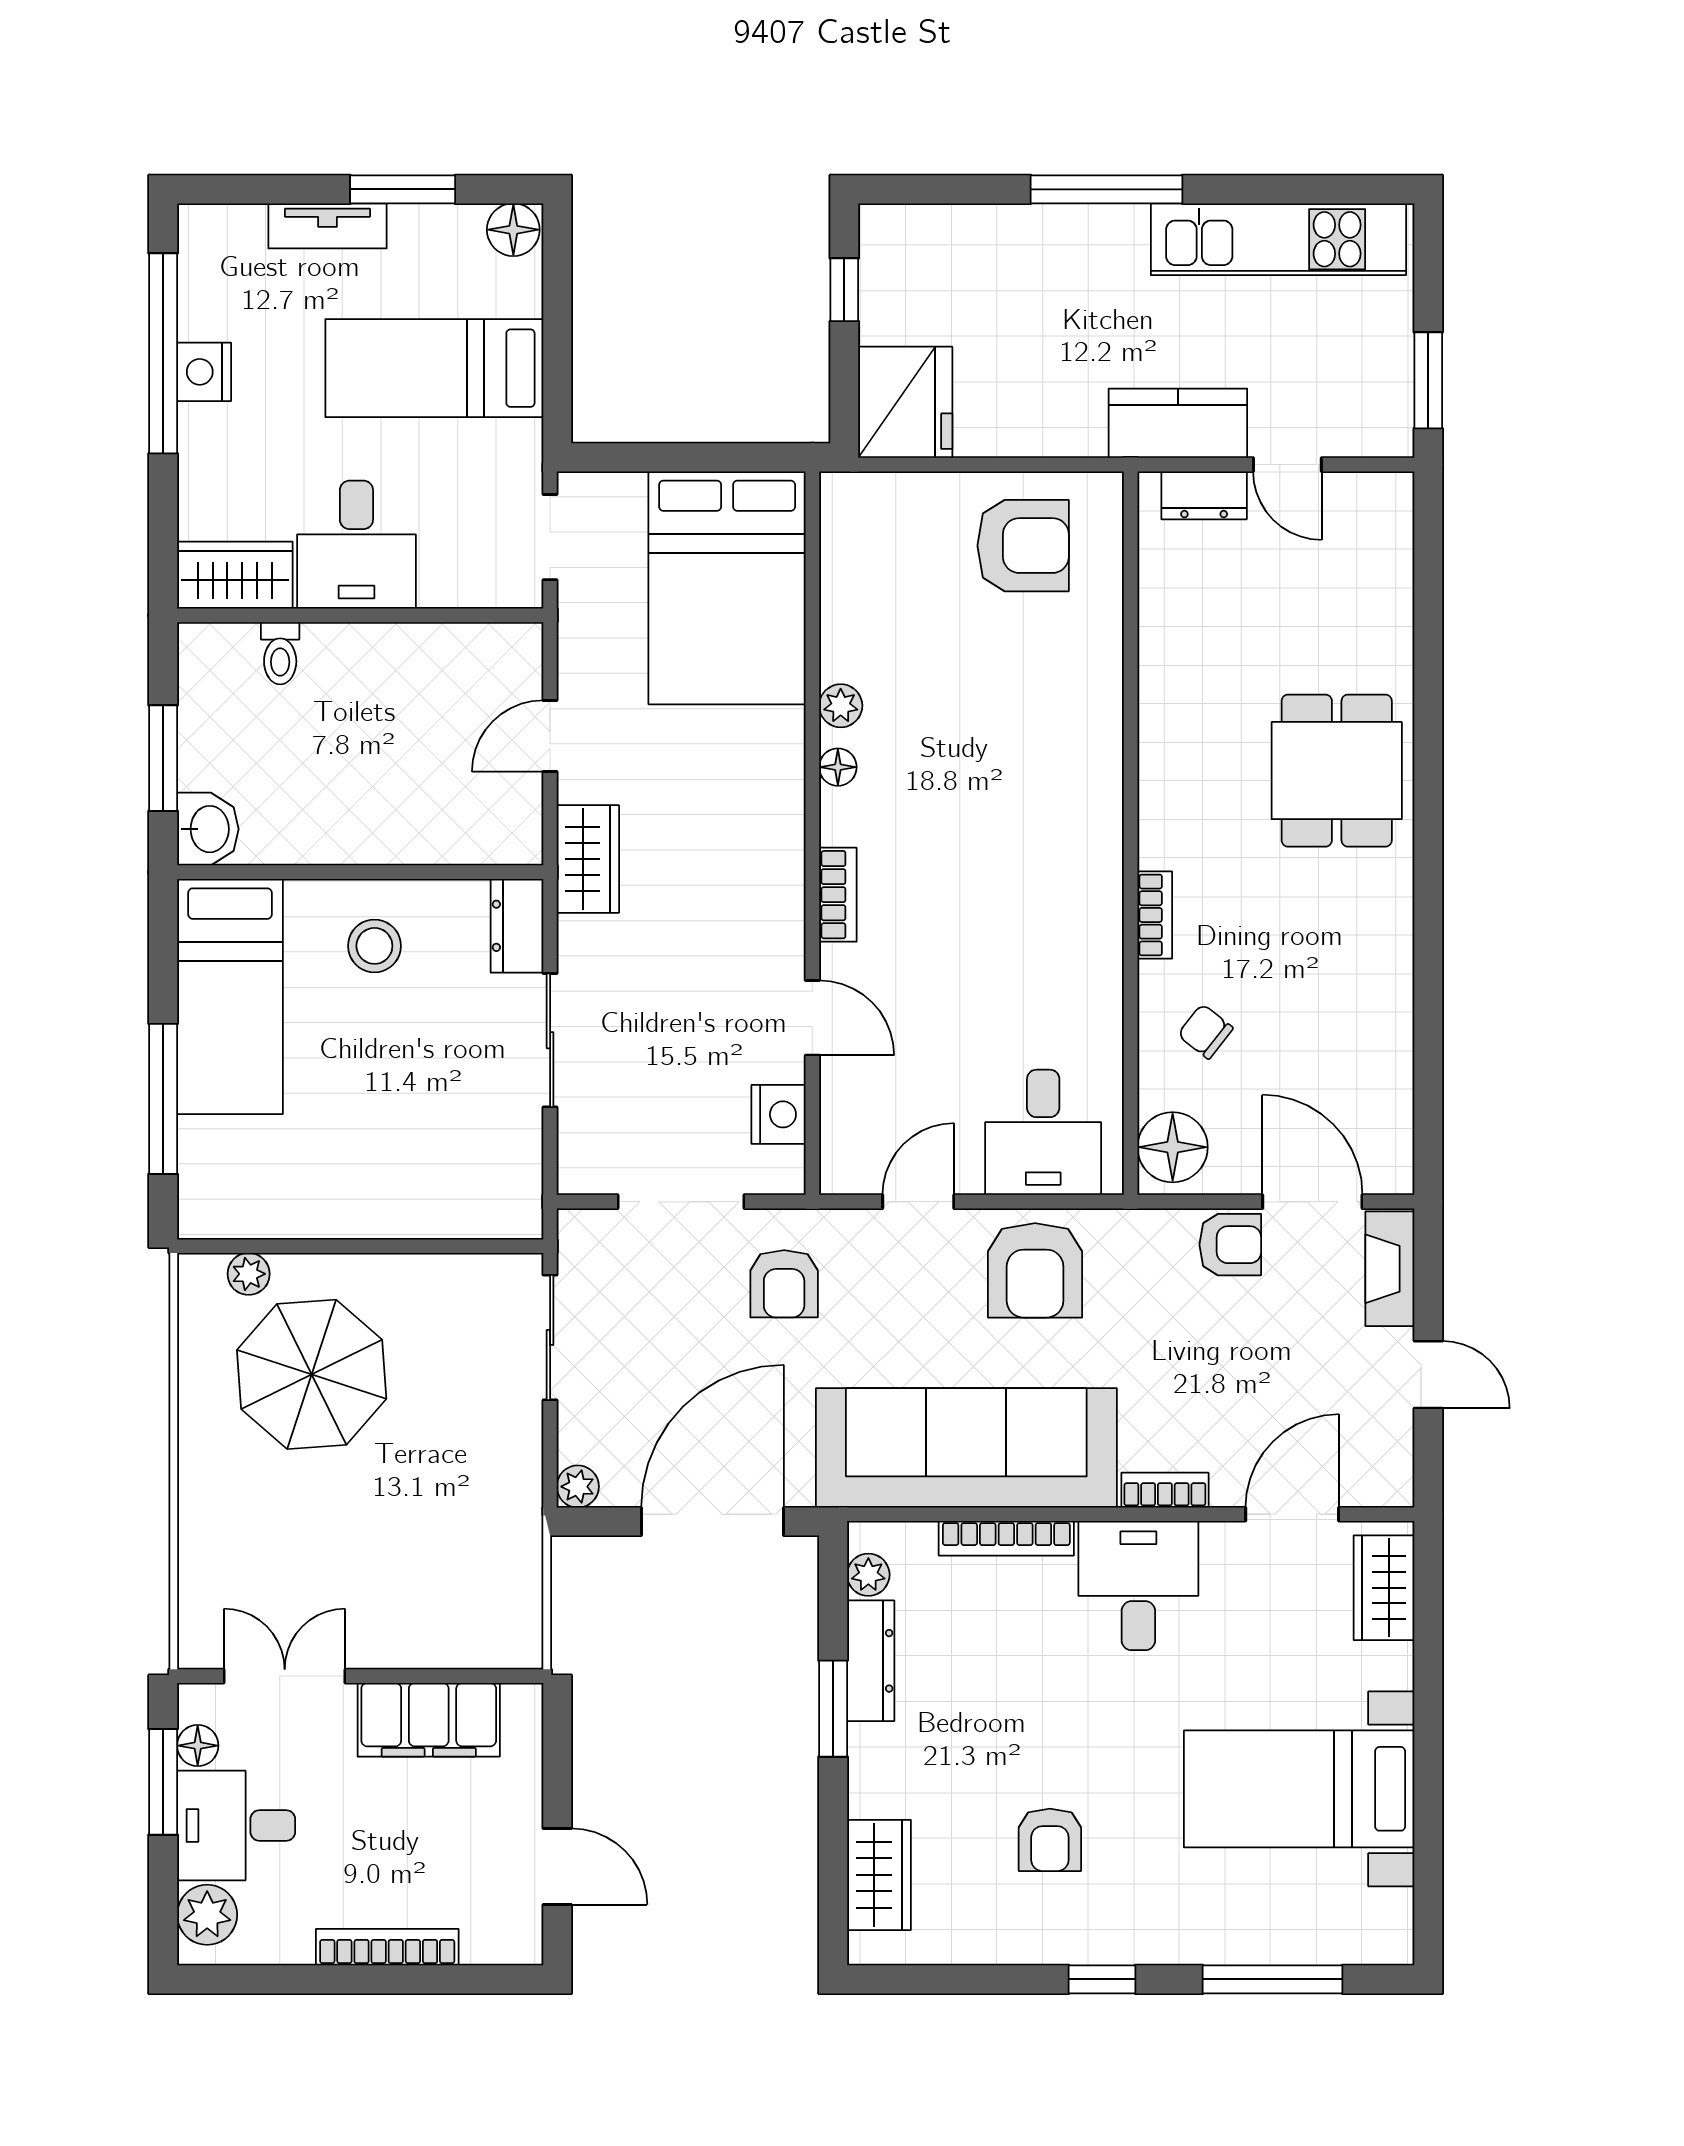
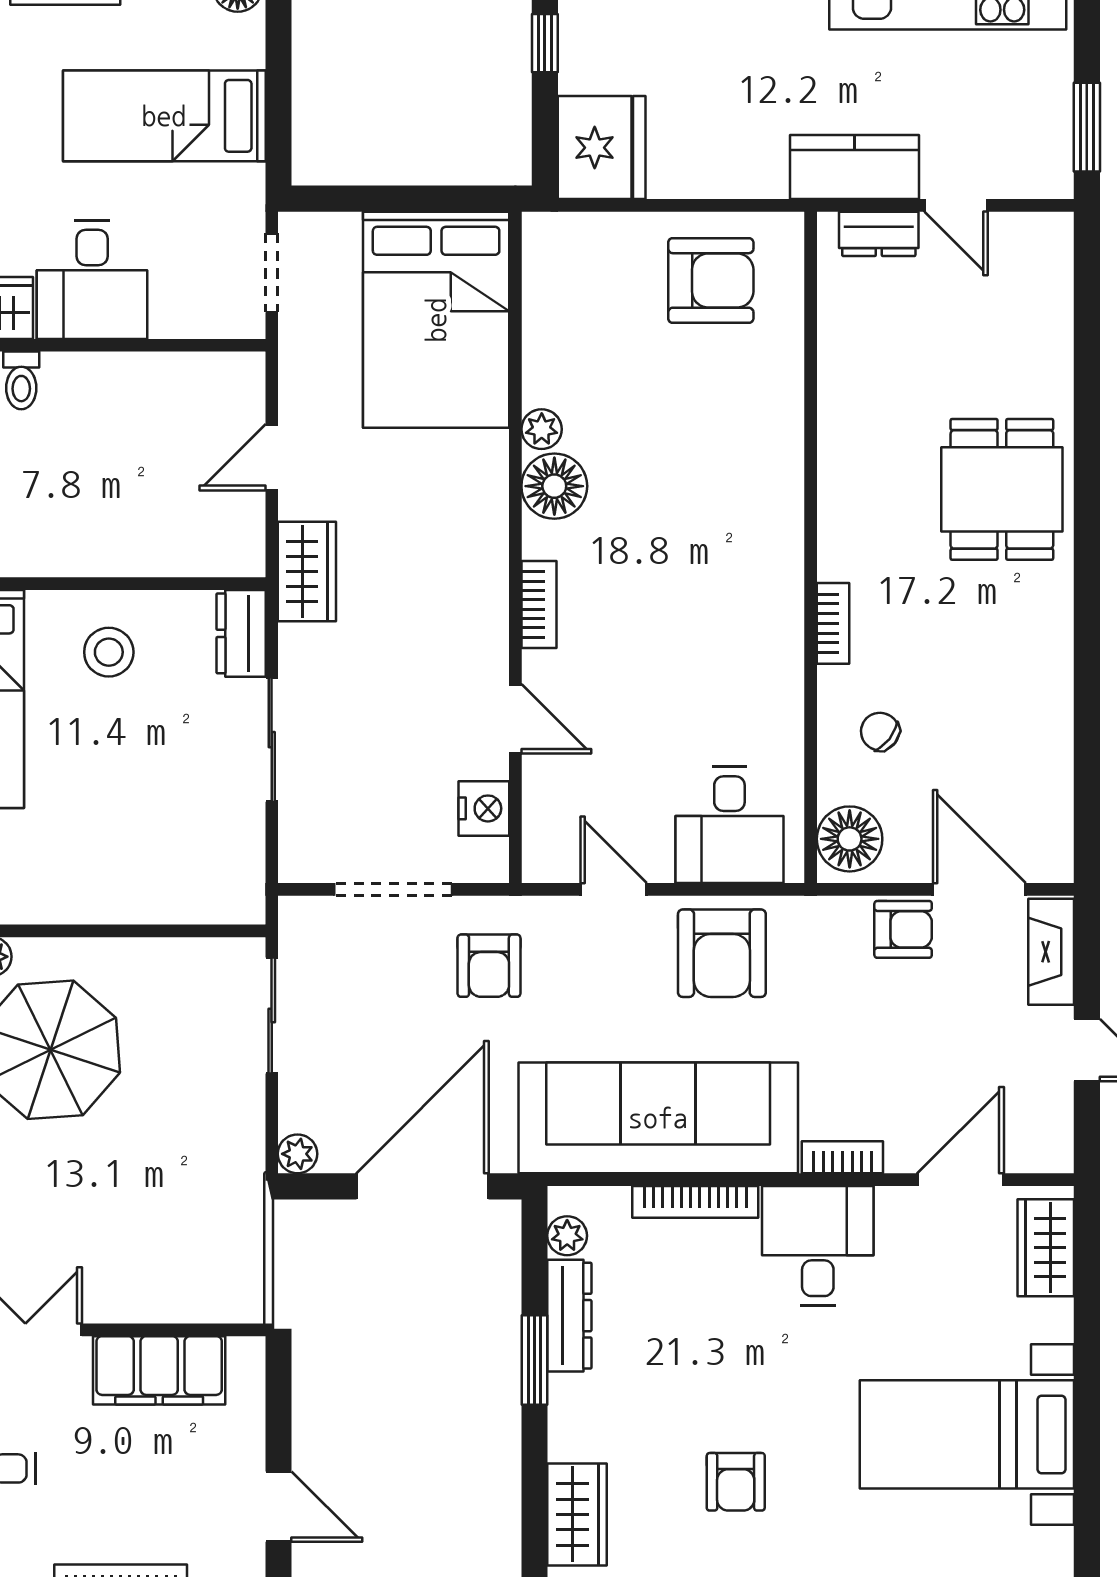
floor lamp: (838, 767) -> (554, 486), width x1.89, depth x1.89
door: (918, 1202) -> (614, 889), hinge flipped

